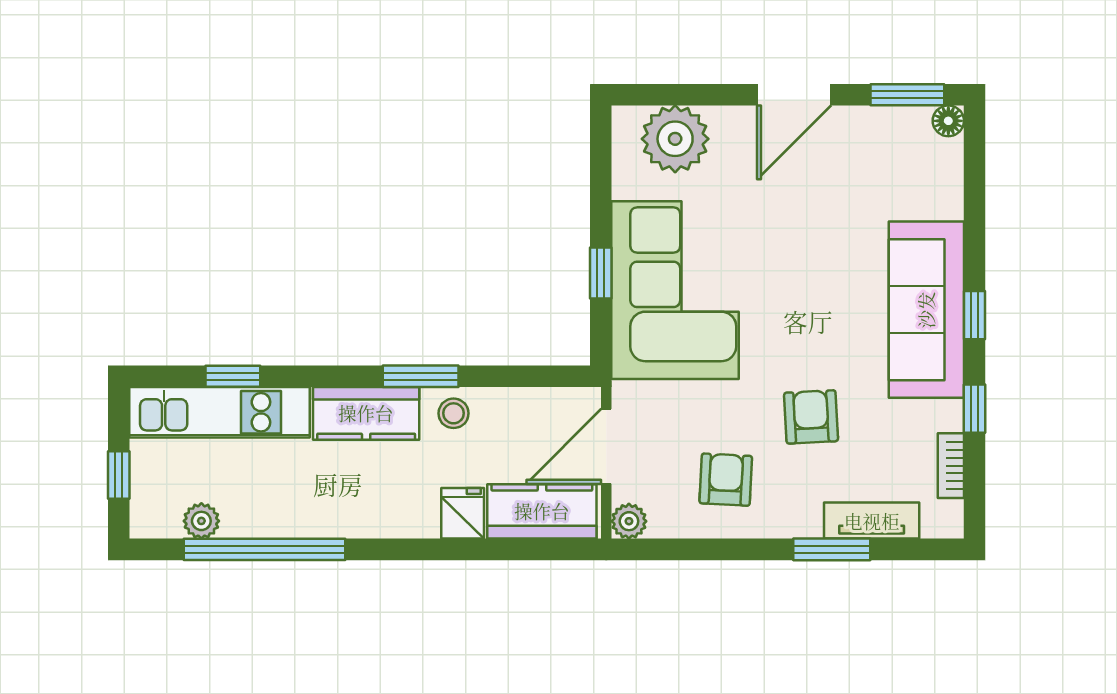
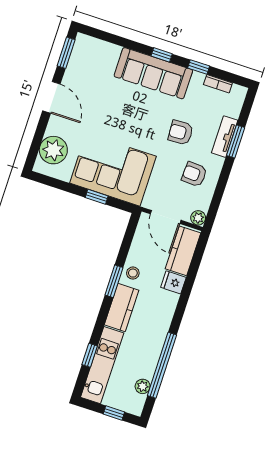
floor lamp: (948, 121) -> (82, 40), removed
tv unit: (872, 521) -> (225, 137), moved

